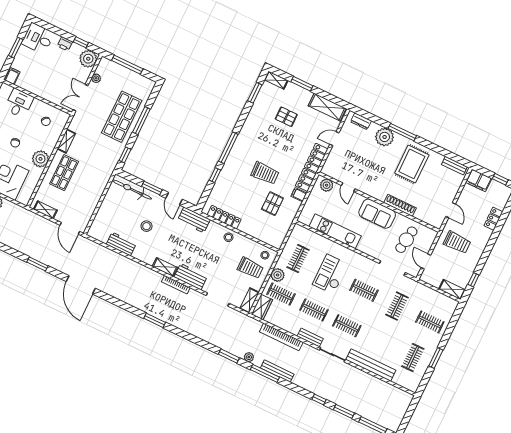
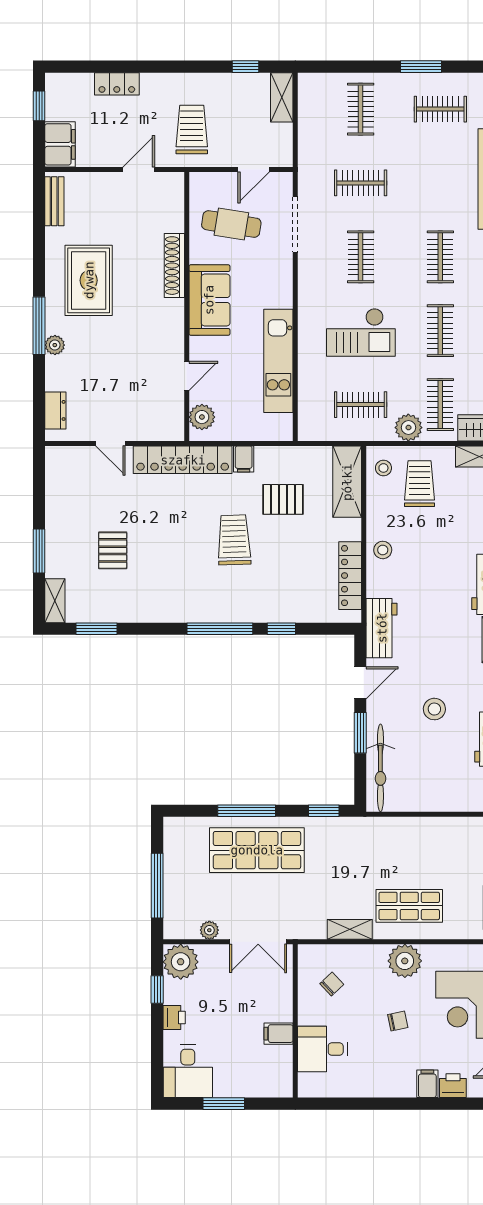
filing cabinet: (12, 76) -> (279, 1034), moved
shelving: (327, 107) -> (347, 482), moved
plant: (385, 137) -> (55, 345), width x0.53, depth x0.53
rug: (412, 164) -> (89, 280), turned 90

